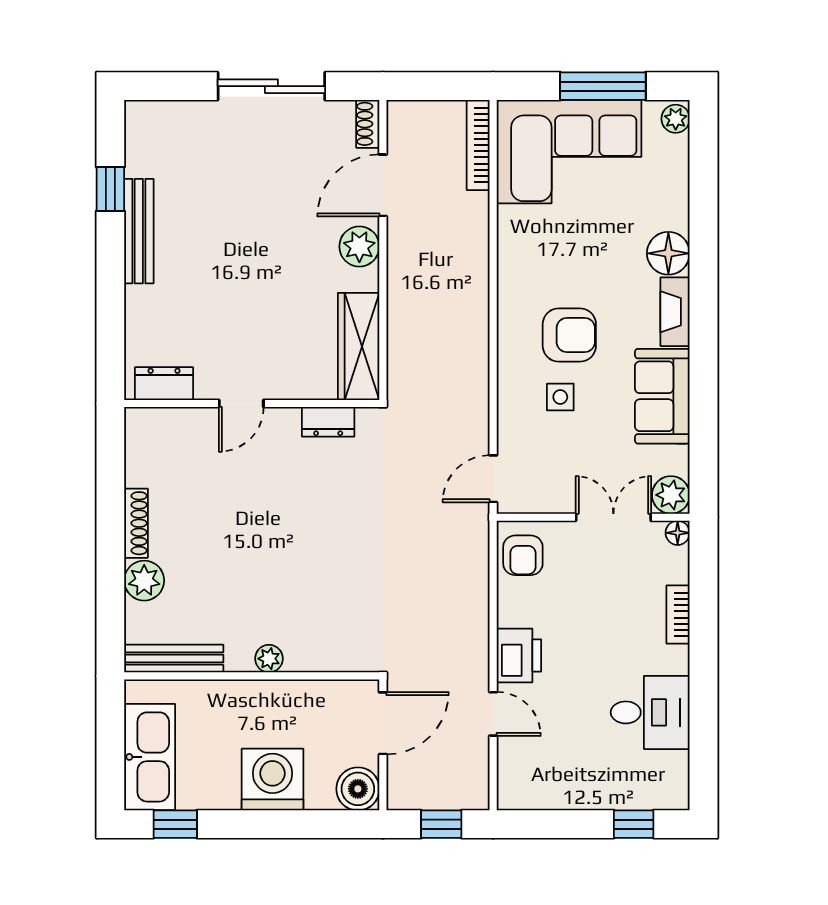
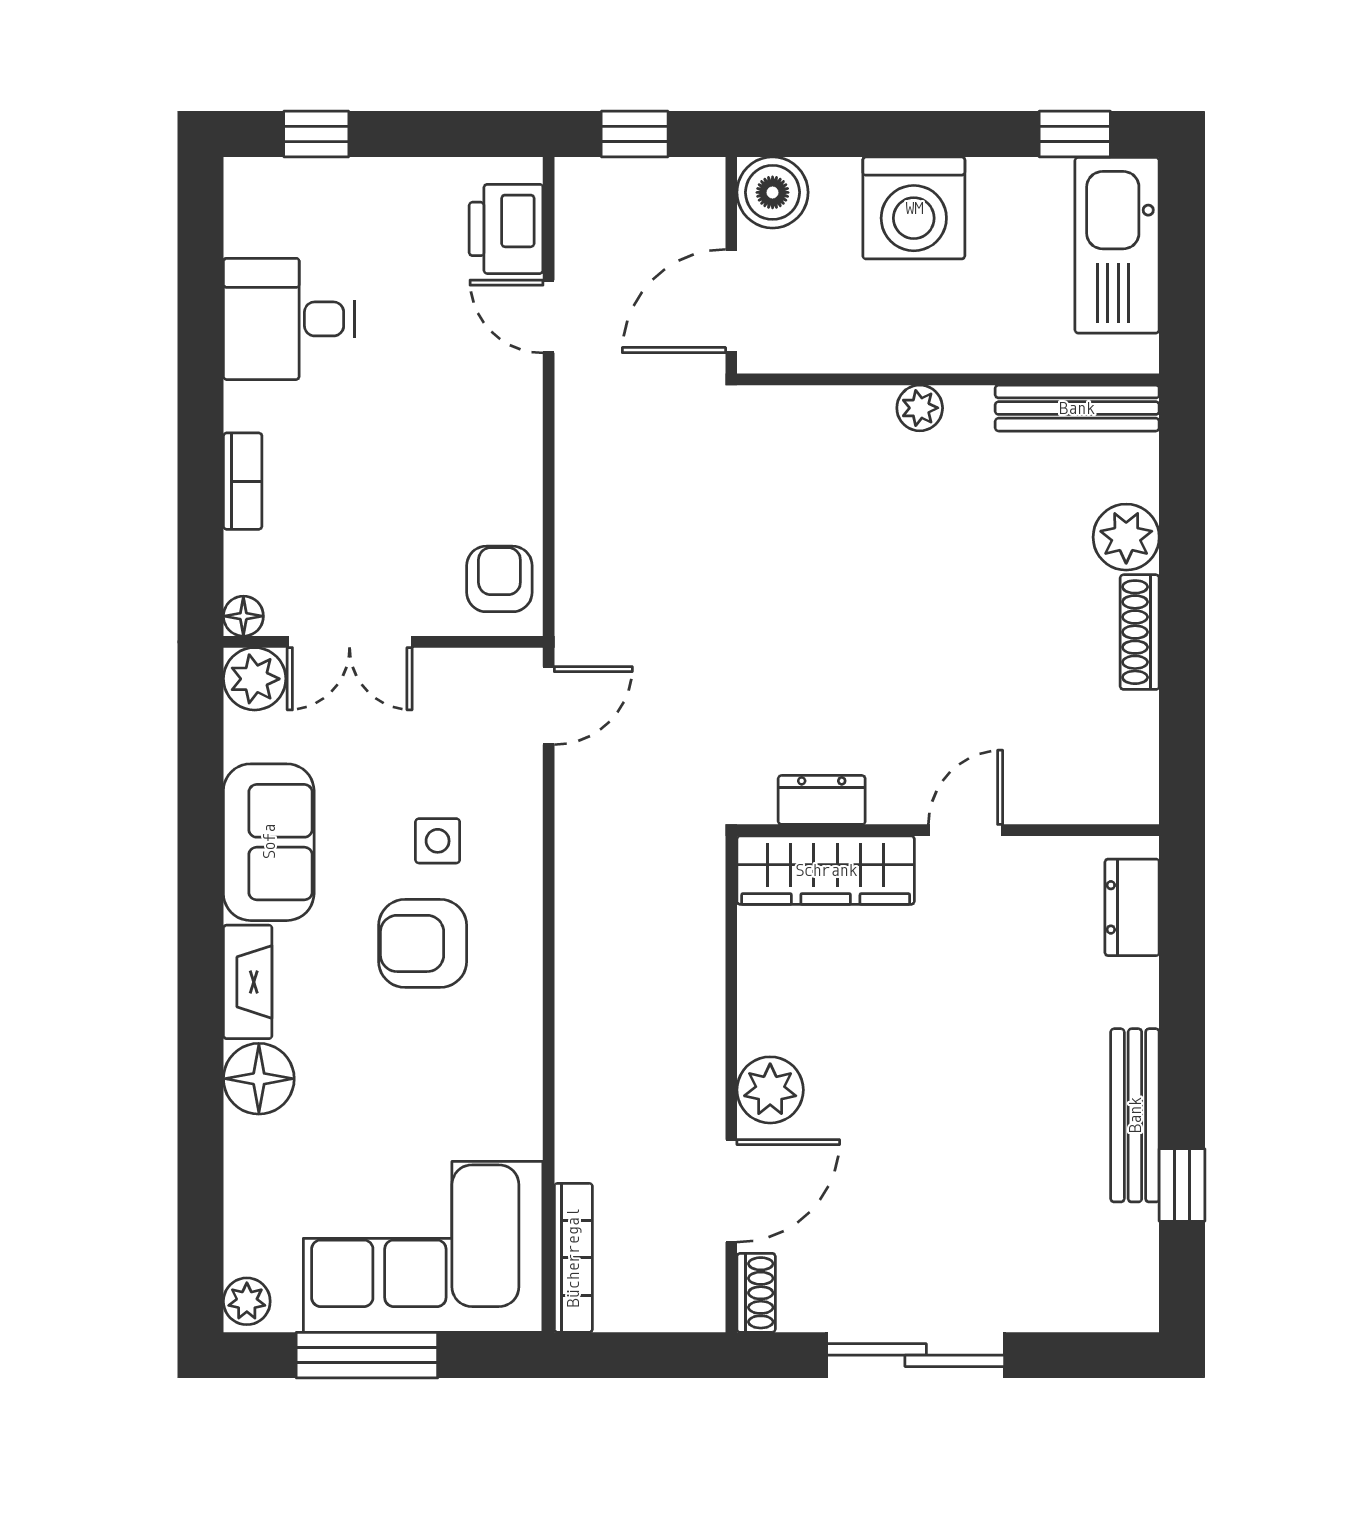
wardrobe: (359, 346) -> (826, 870), moved, turned 90
dresser: (164, 384) -> (1132, 907), moved, turned 90
printer: (519, 655) -> (506, 229), moved

